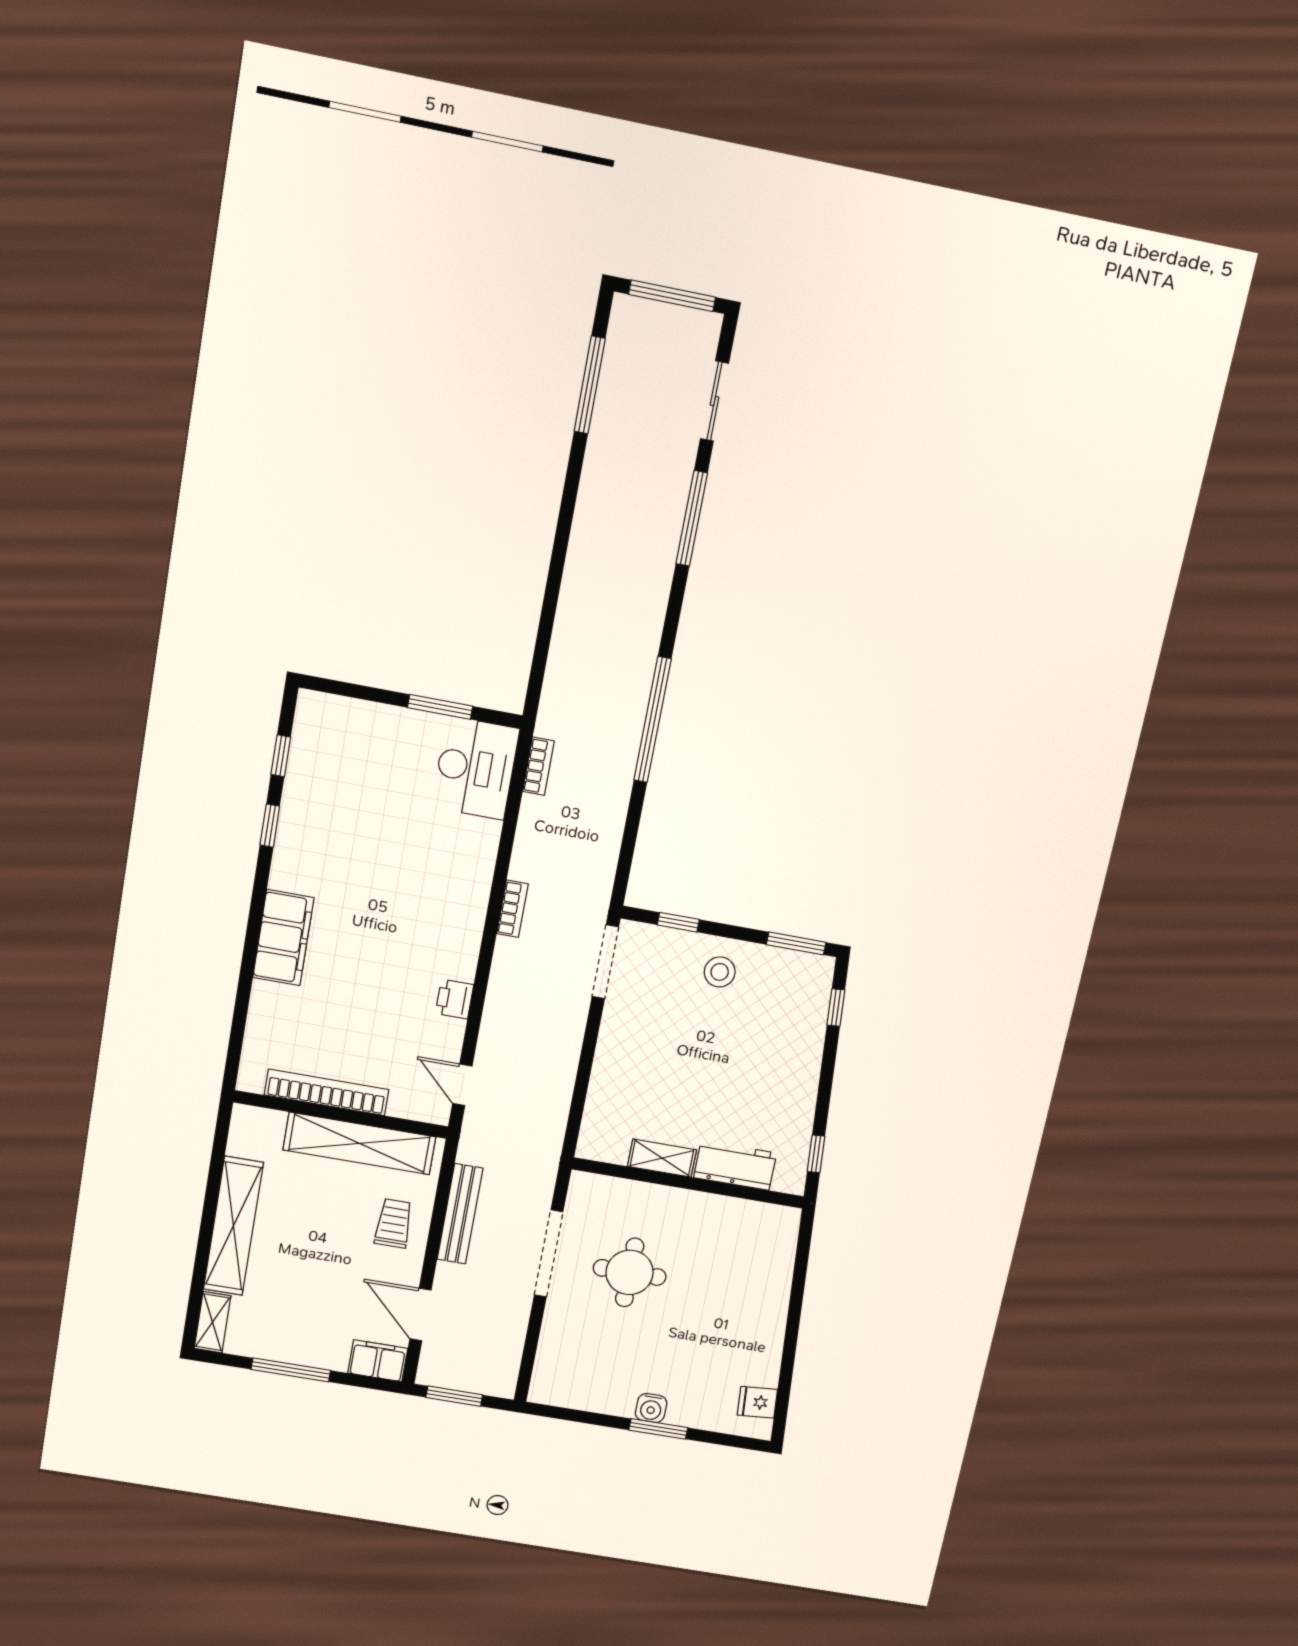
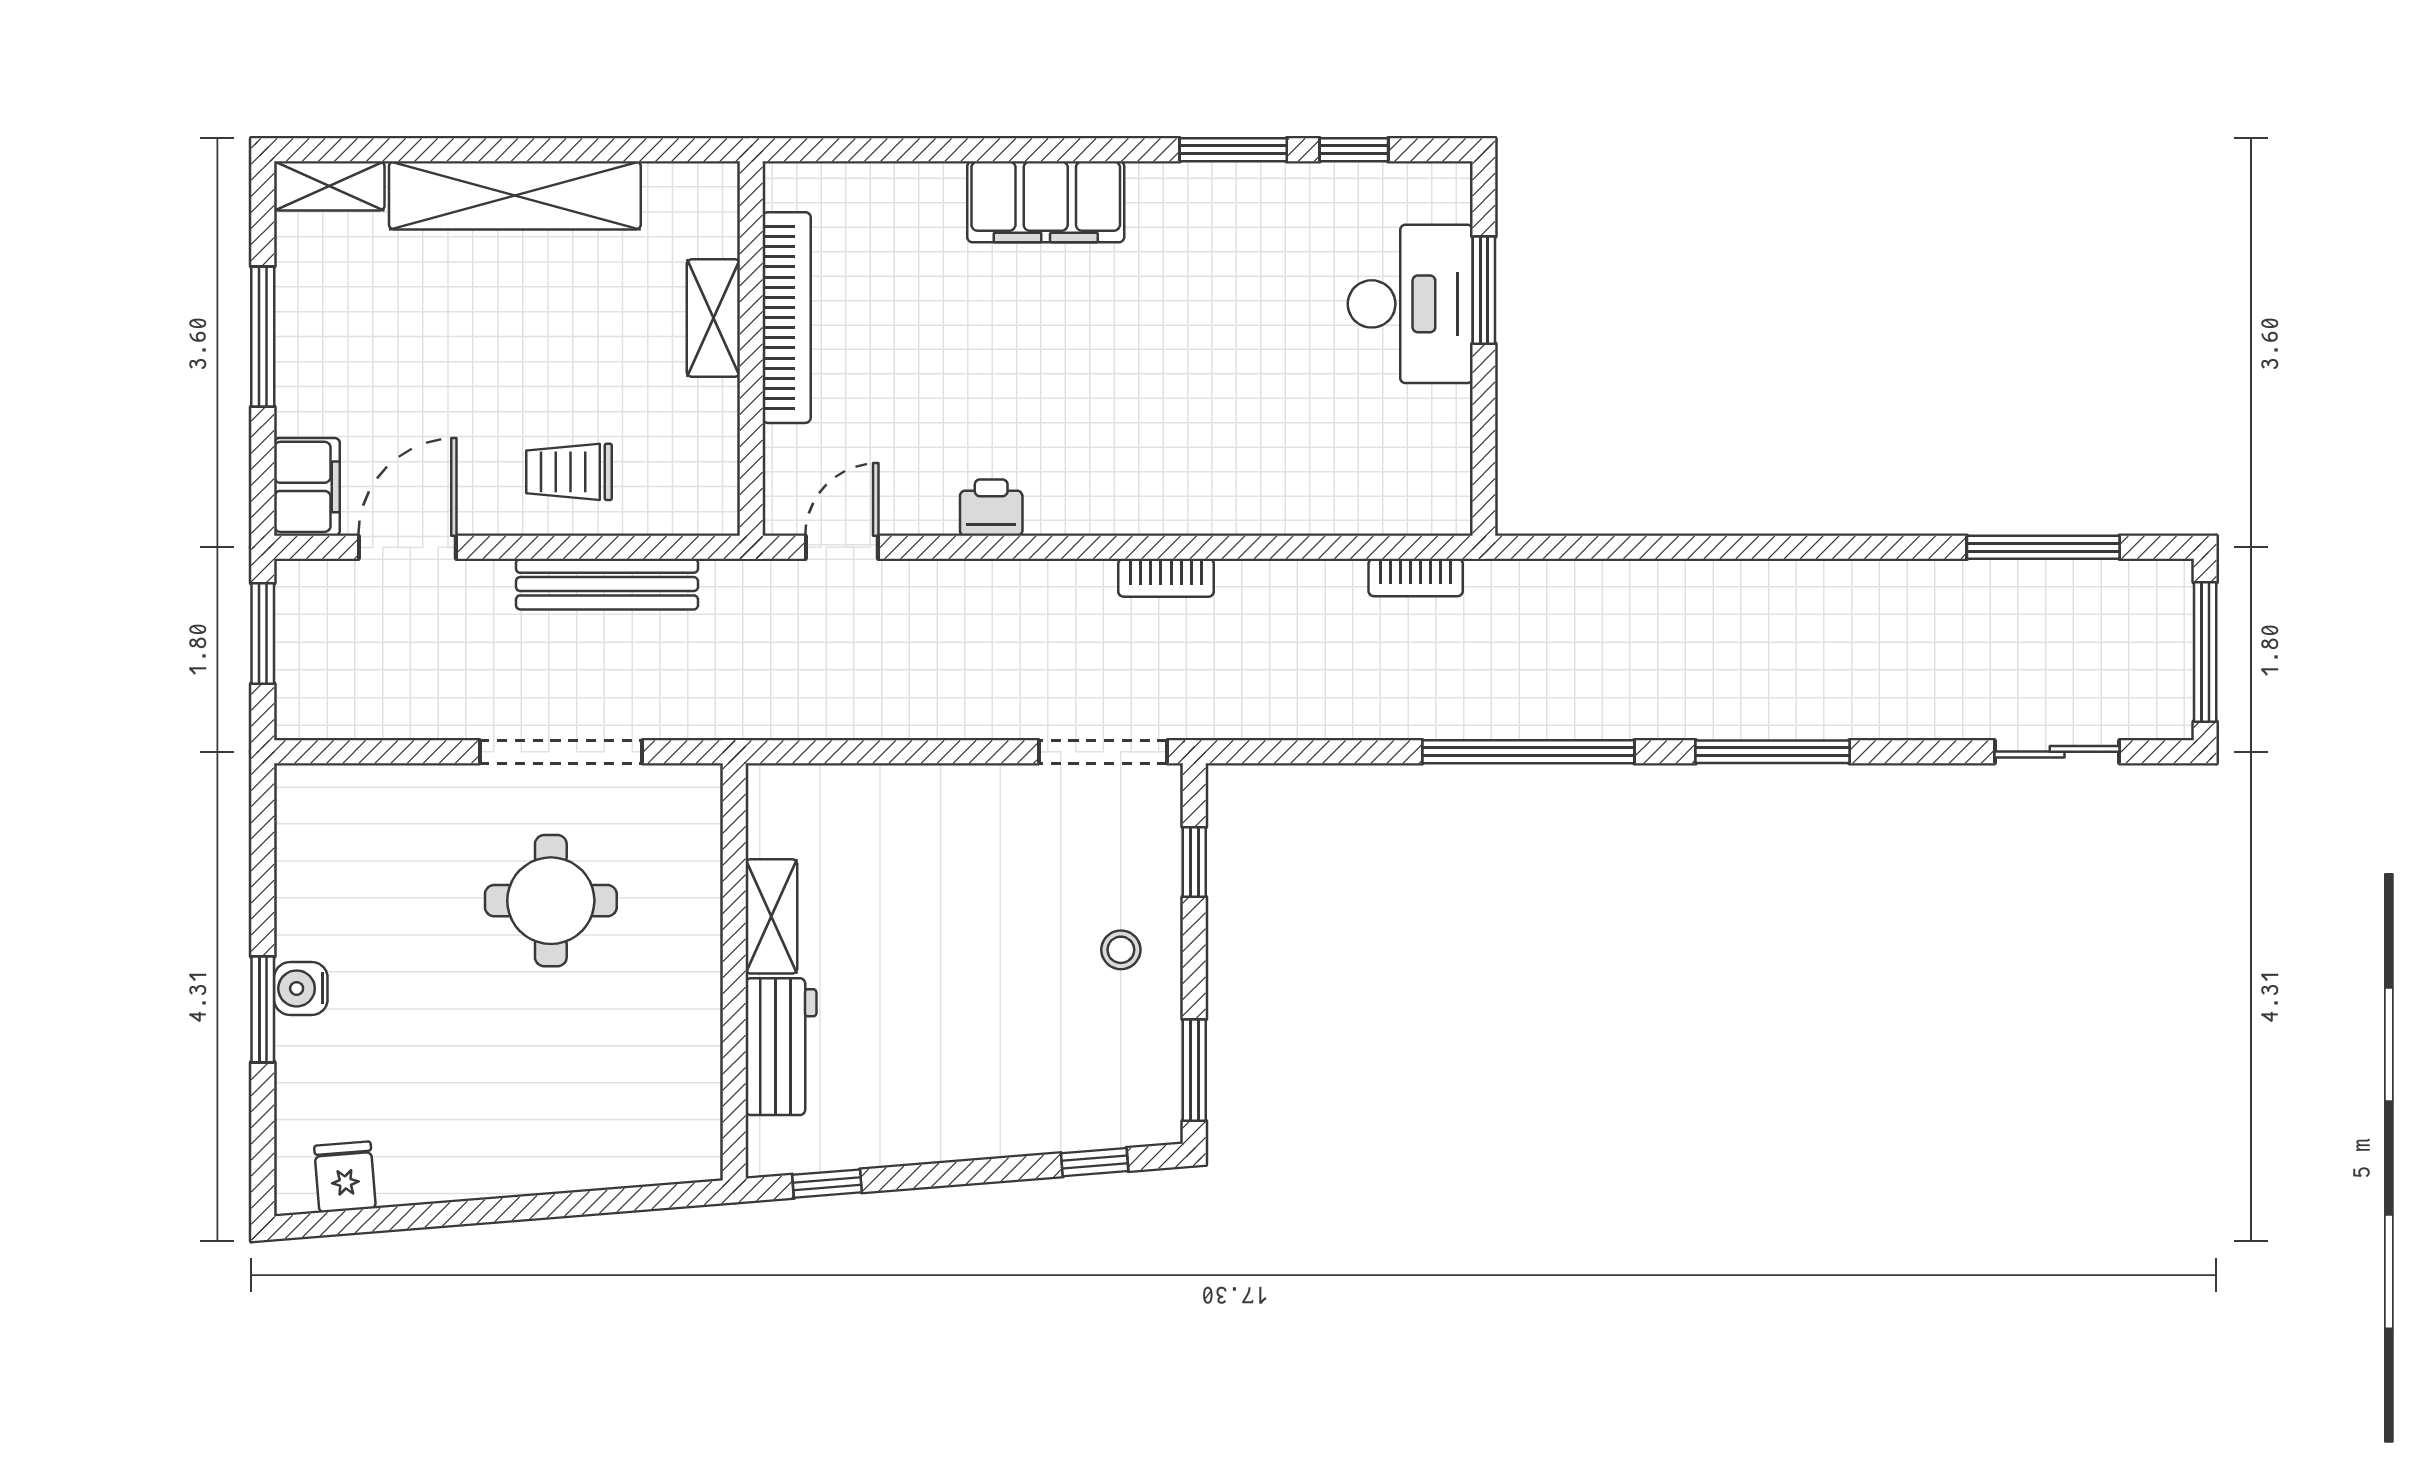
window: (692, 518) -> (1773, 752), moved
window: (440, 707) -> (1484, 290), moved
desk: (475, 768) -> (1410, 304), moved, turned -90
window: (270, 826) -> (1233, 150), width x1.50
stool: (720, 972) -> (1121, 950), width x0.73, depth x0.73
shelving: (359, 1143) -> (713, 318), width x0.45, depth x0.75
trolley: (394, 1223) -> (569, 472), turned 180

